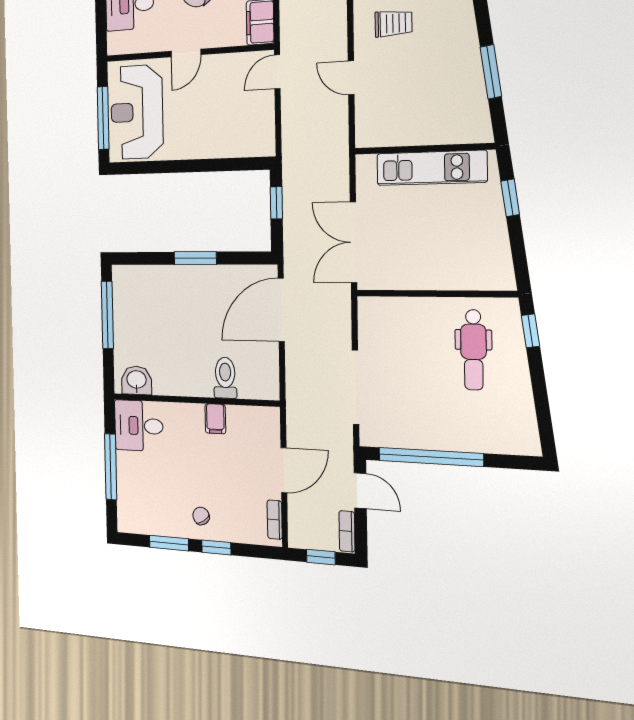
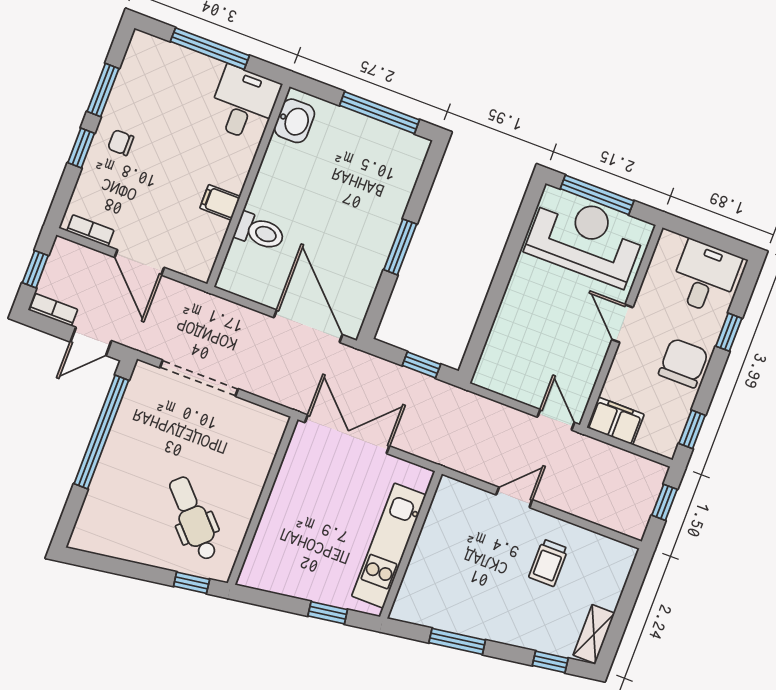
dental chair: (473, 350) -> (193, 518), turned 47
chair: (201, 516) -> (121, 143), turned -147

